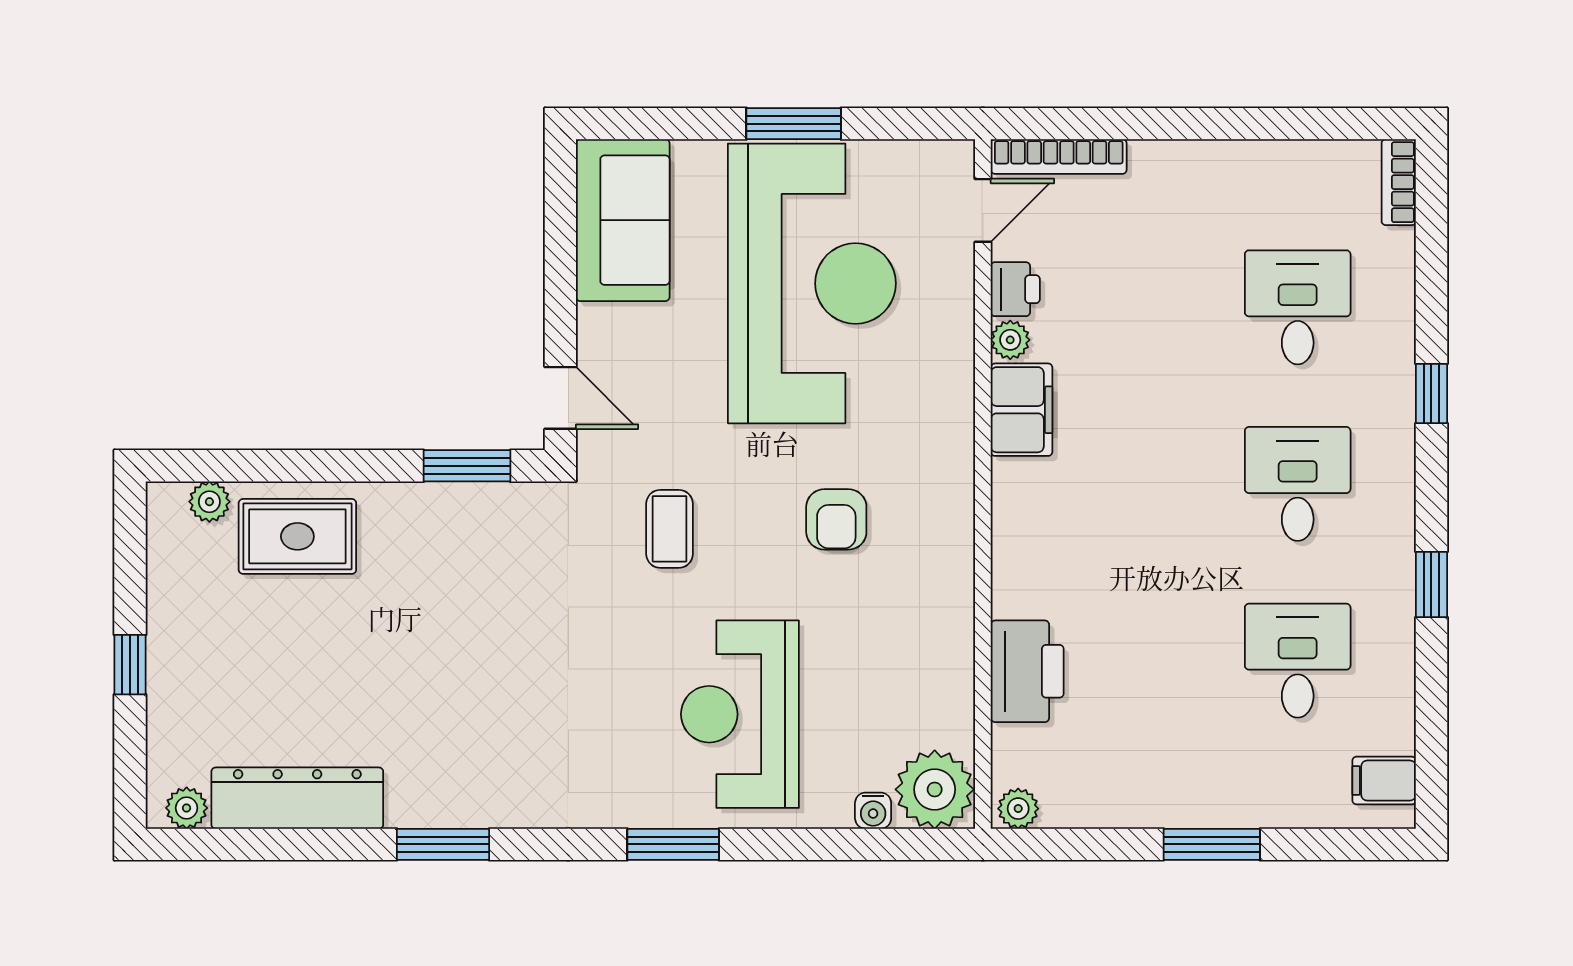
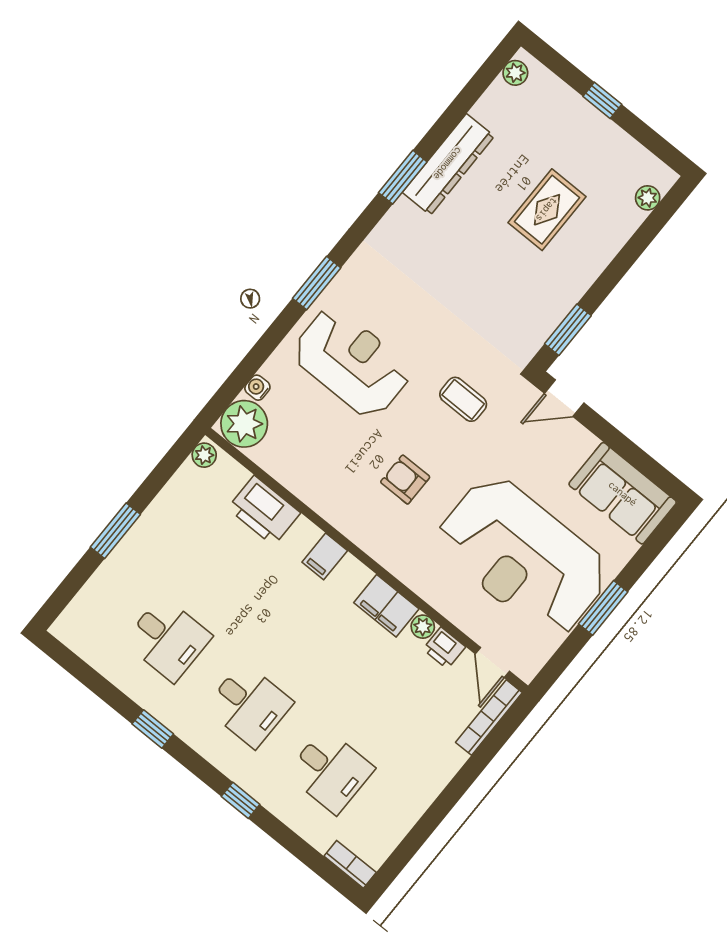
rug: (297, 536) -> (547, 210), moved
filing cabinet: (1384, 781) -> (325, 556), moved, turned 180
dresser: (297, 798) -> (448, 164), moved

